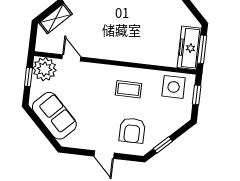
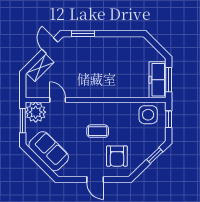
window: (28, 77) -> (23, 121), width x1.50
coffee table: (128, 89) -> (98, 131), moved
window: (163, 145) -> (155, 156), moved

